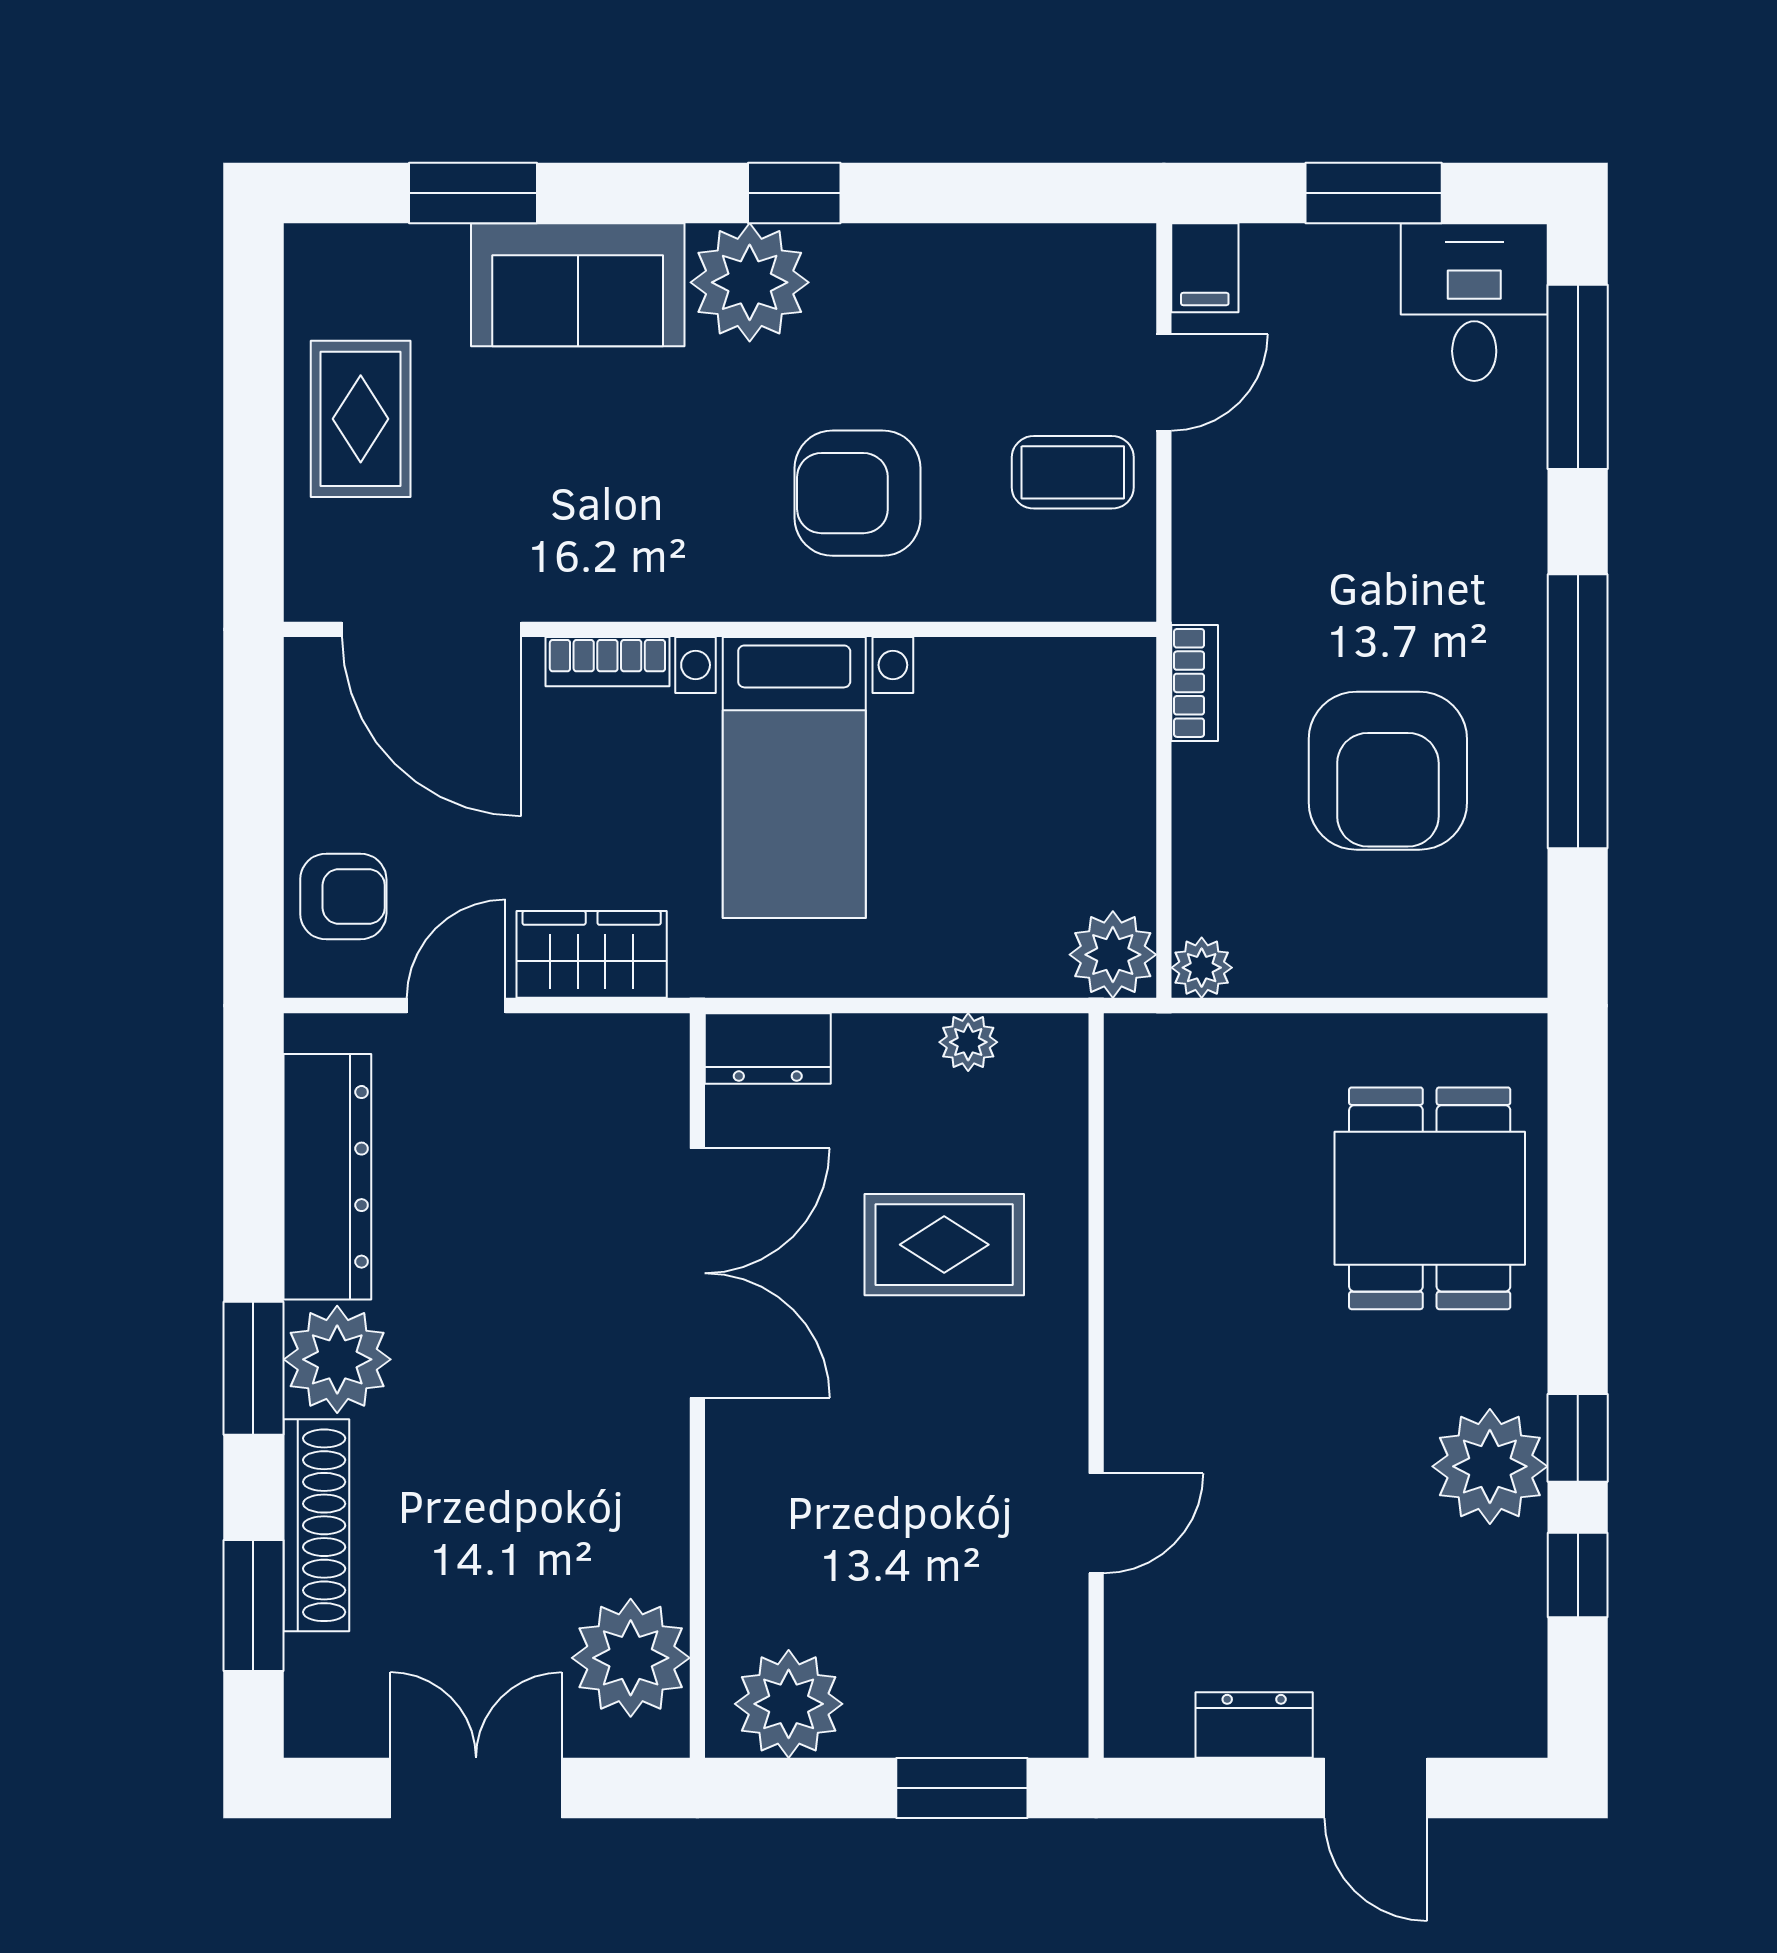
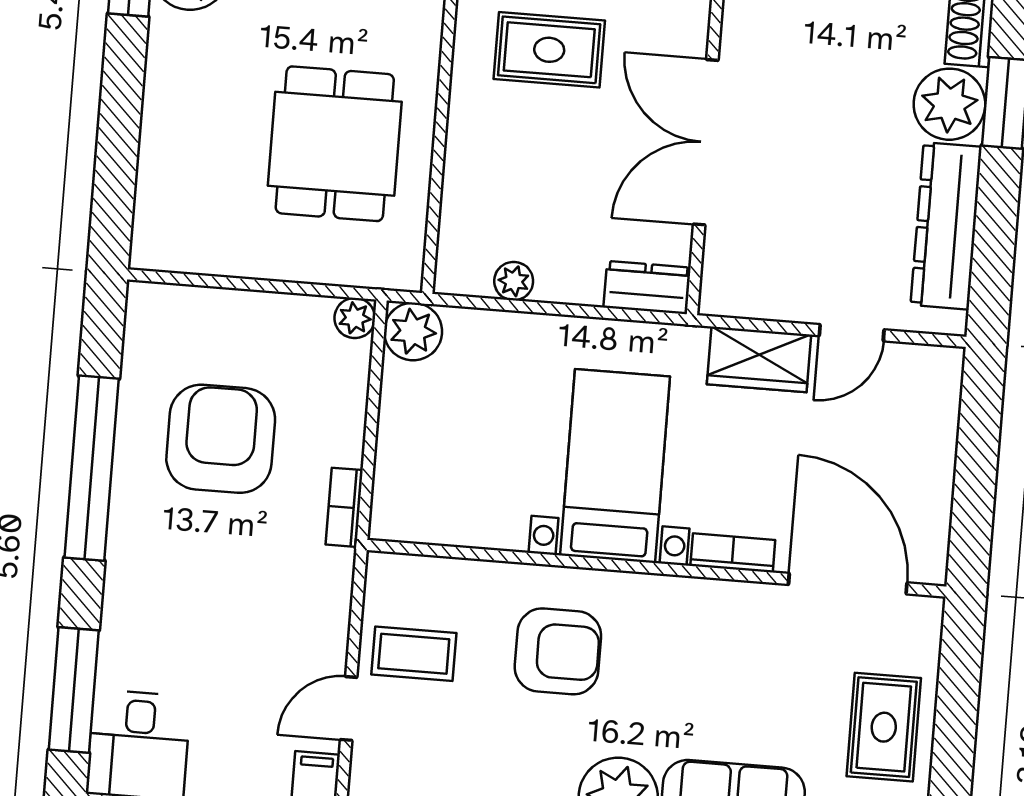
armchair: (343, 897) -> (921, 411), removed
dining table: (1430, 1198) -> (335, 144), moved
rug: (944, 1245) -> (549, 50), moved

